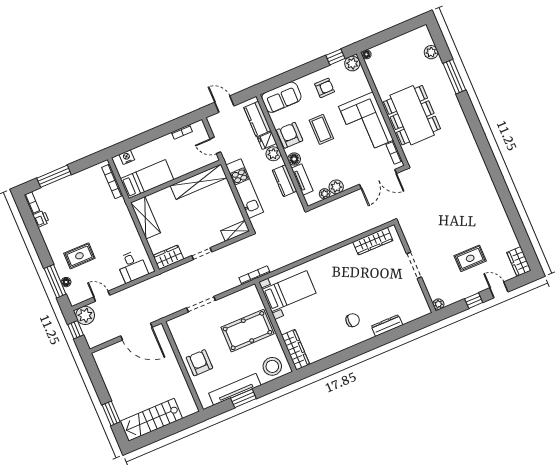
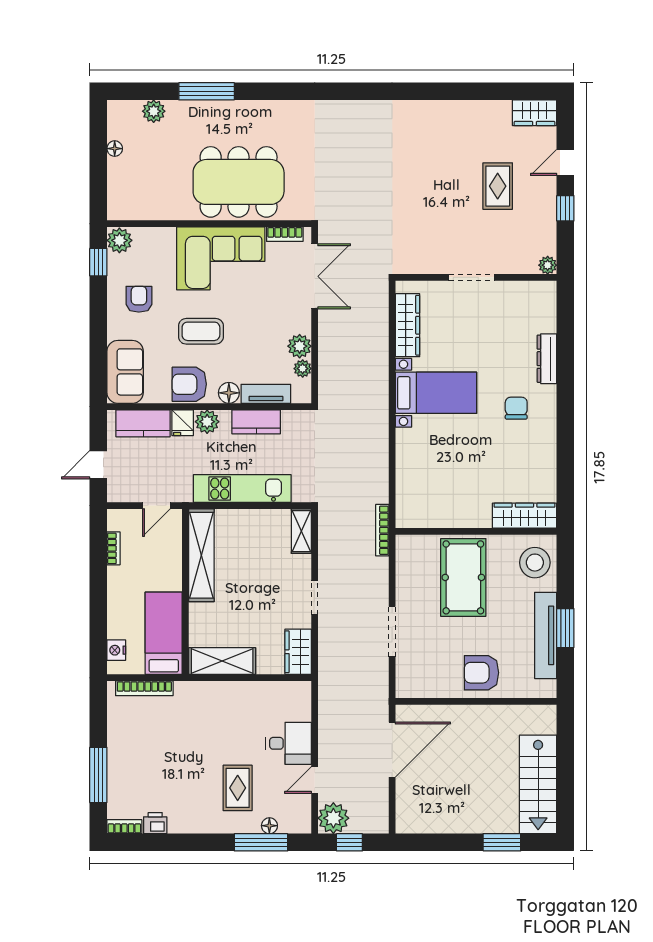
floor lamp: (366, 54) -> (115, 149), moved
desk: (132, 266) -> (289, 743), moved
bed with nightstands: (289, 291) -> (436, 393), moved, turned 90

